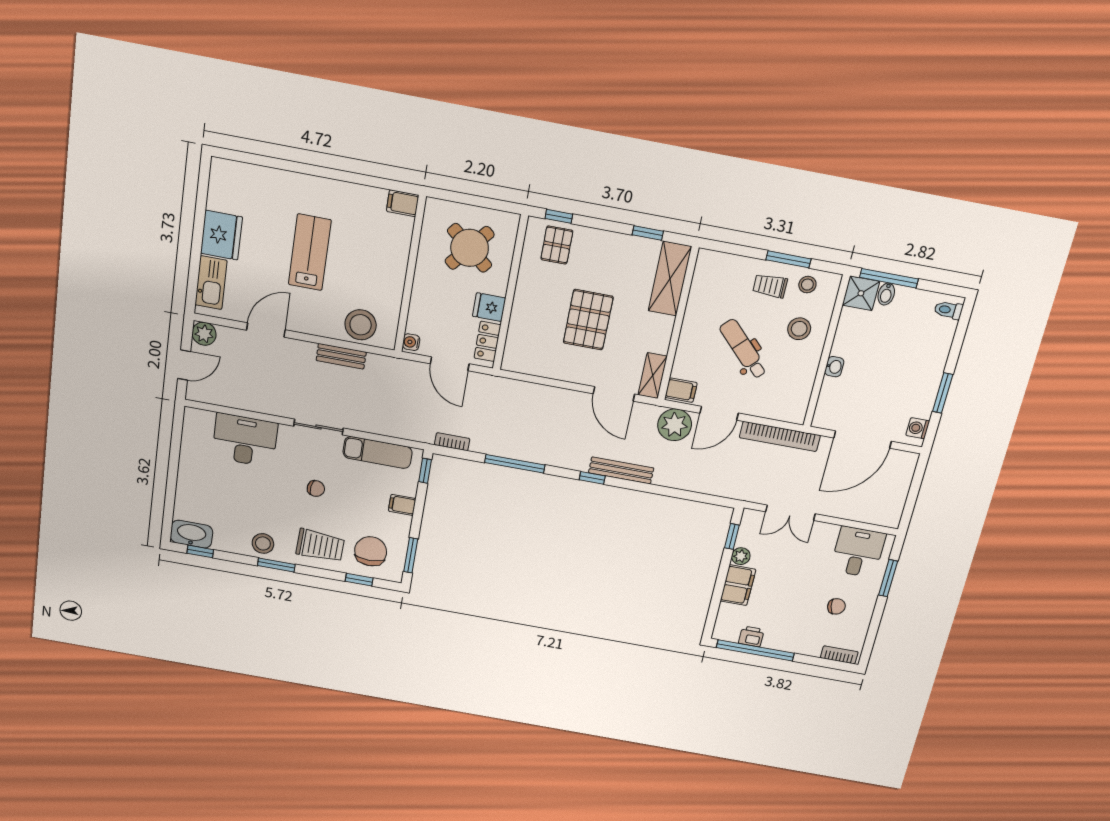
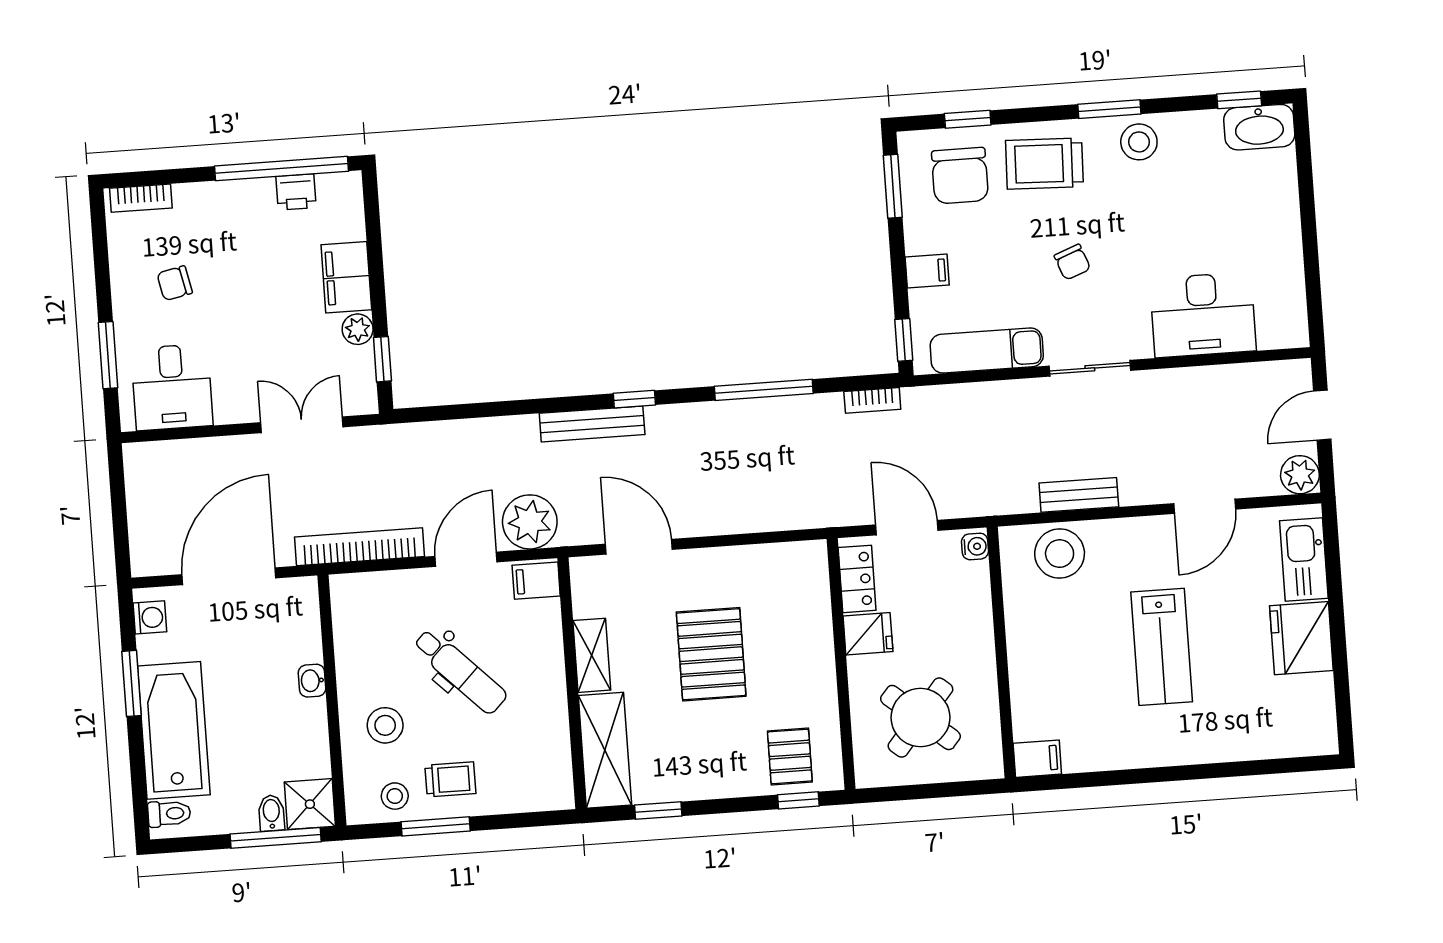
bathtub: (928, 359) -> (174, 730), added
shelving: (653, 376) -> (592, 655), moved
chair: (316, 489) -> (1072, 262), turned -119

